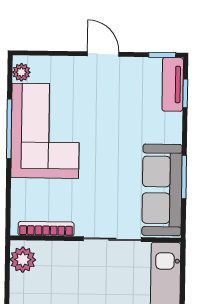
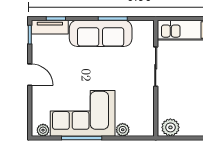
door: (103, 54) -> (30, 75), swing flipped
plant: (20, 189) -> (123, 130), added
sofa: (162, 190) -> (101, 33), moved
bookcase: (46, 229) -> (149, 112), removed

